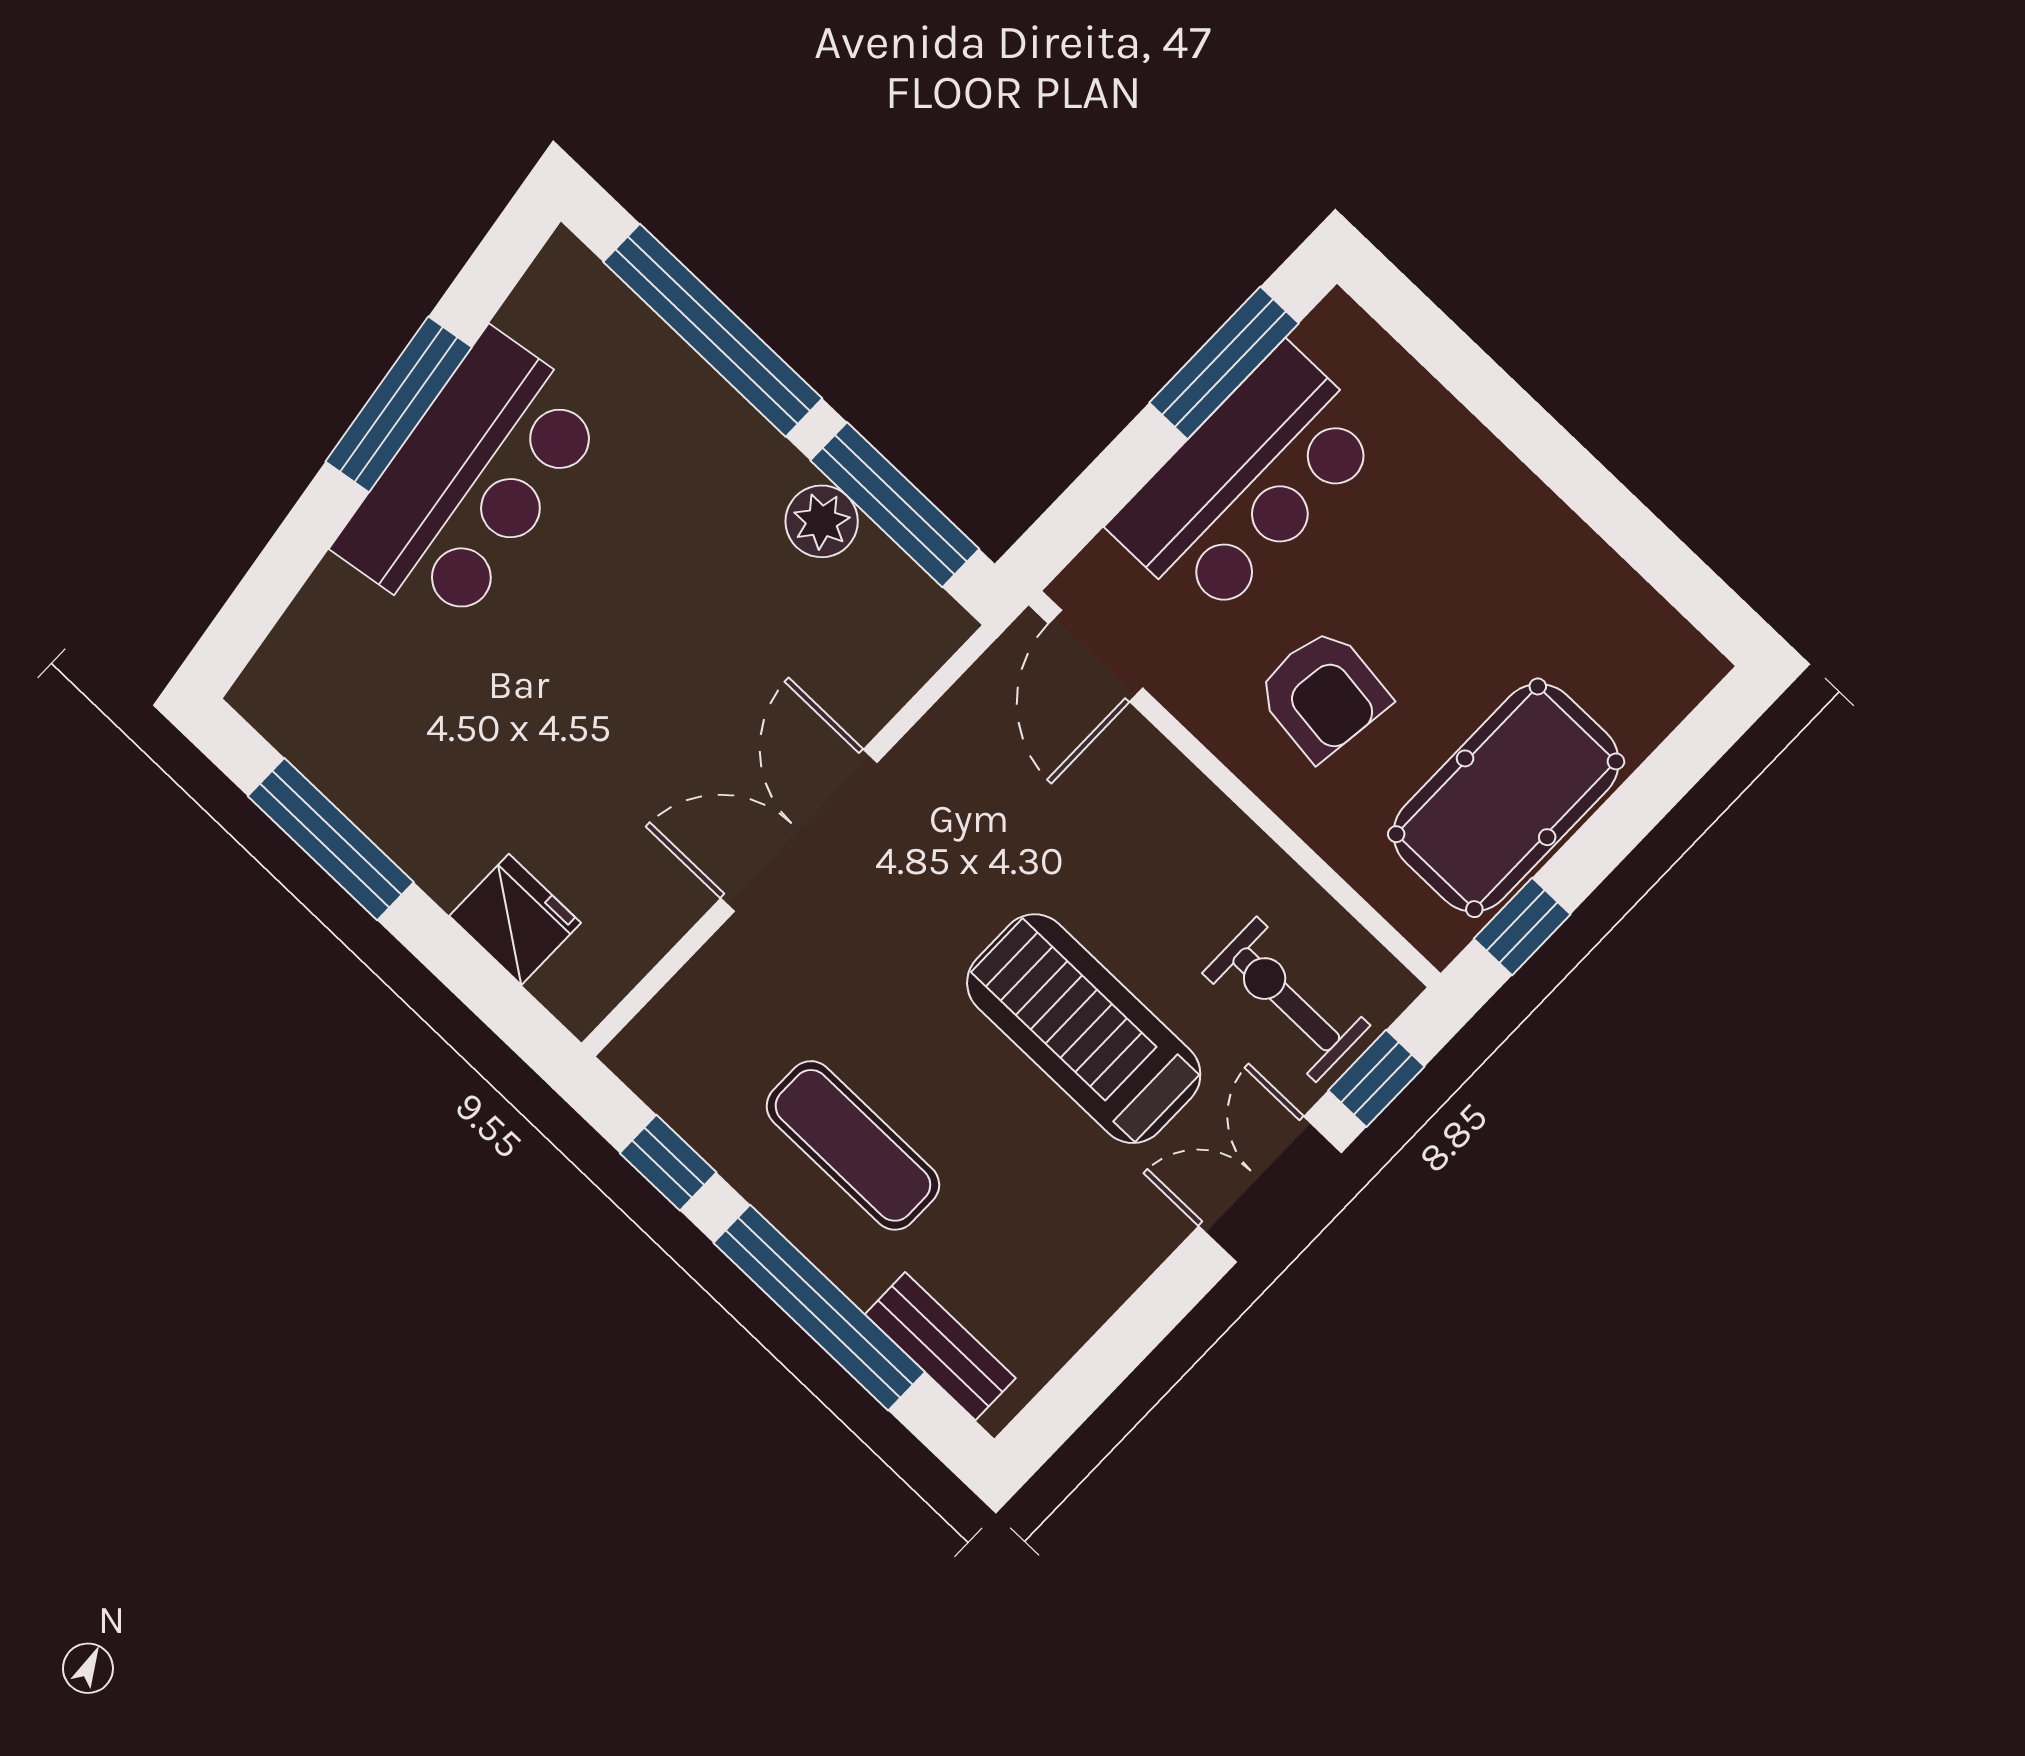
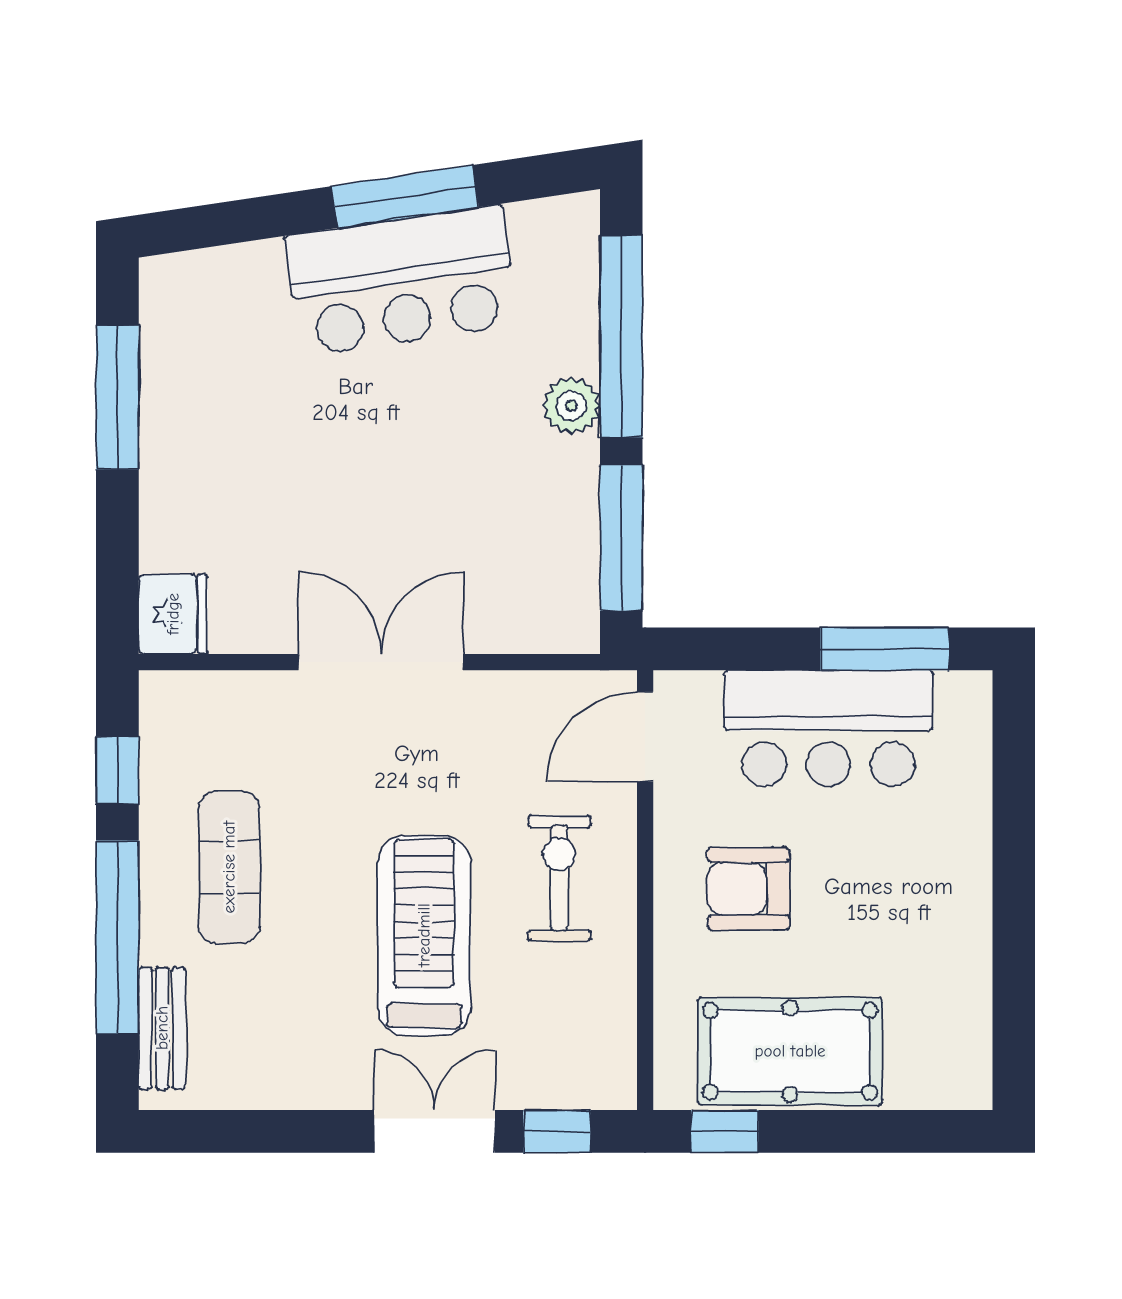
plant: (822, 521) -> (571, 406), moved
armchair: (1323, 694) -> (749, 889), turned 83
fridge: (515, 919) -> (173, 614), moved
exercise bike: (1286, 999) -> (559, 878), moved

